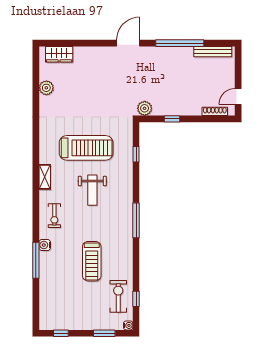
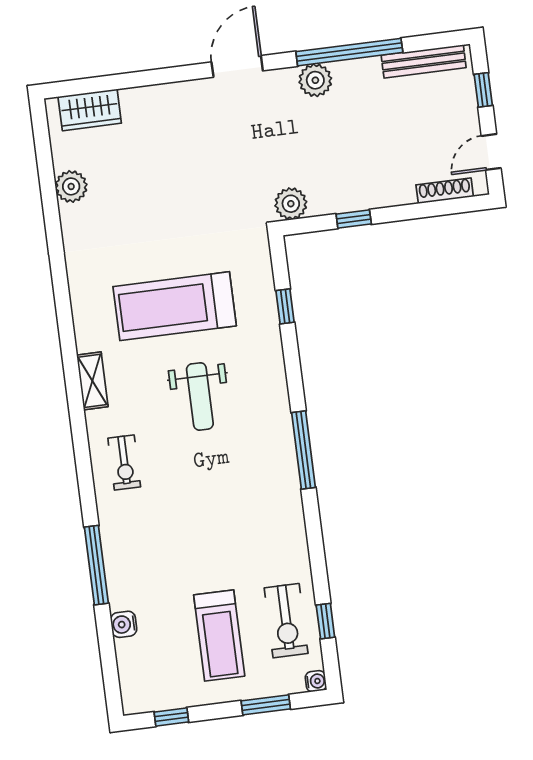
plant: (163, 54) -> (315, 80), added
window: (238, 68) -> (483, 90), added
treadmill: (86, 148) -> (175, 306), turned 180
water cooler: (45, 245) -> (124, 624), moved
treadmill: (92, 261) -> (219, 635), moved
exercise bike: (118, 296) -> (286, 621), turned 180

